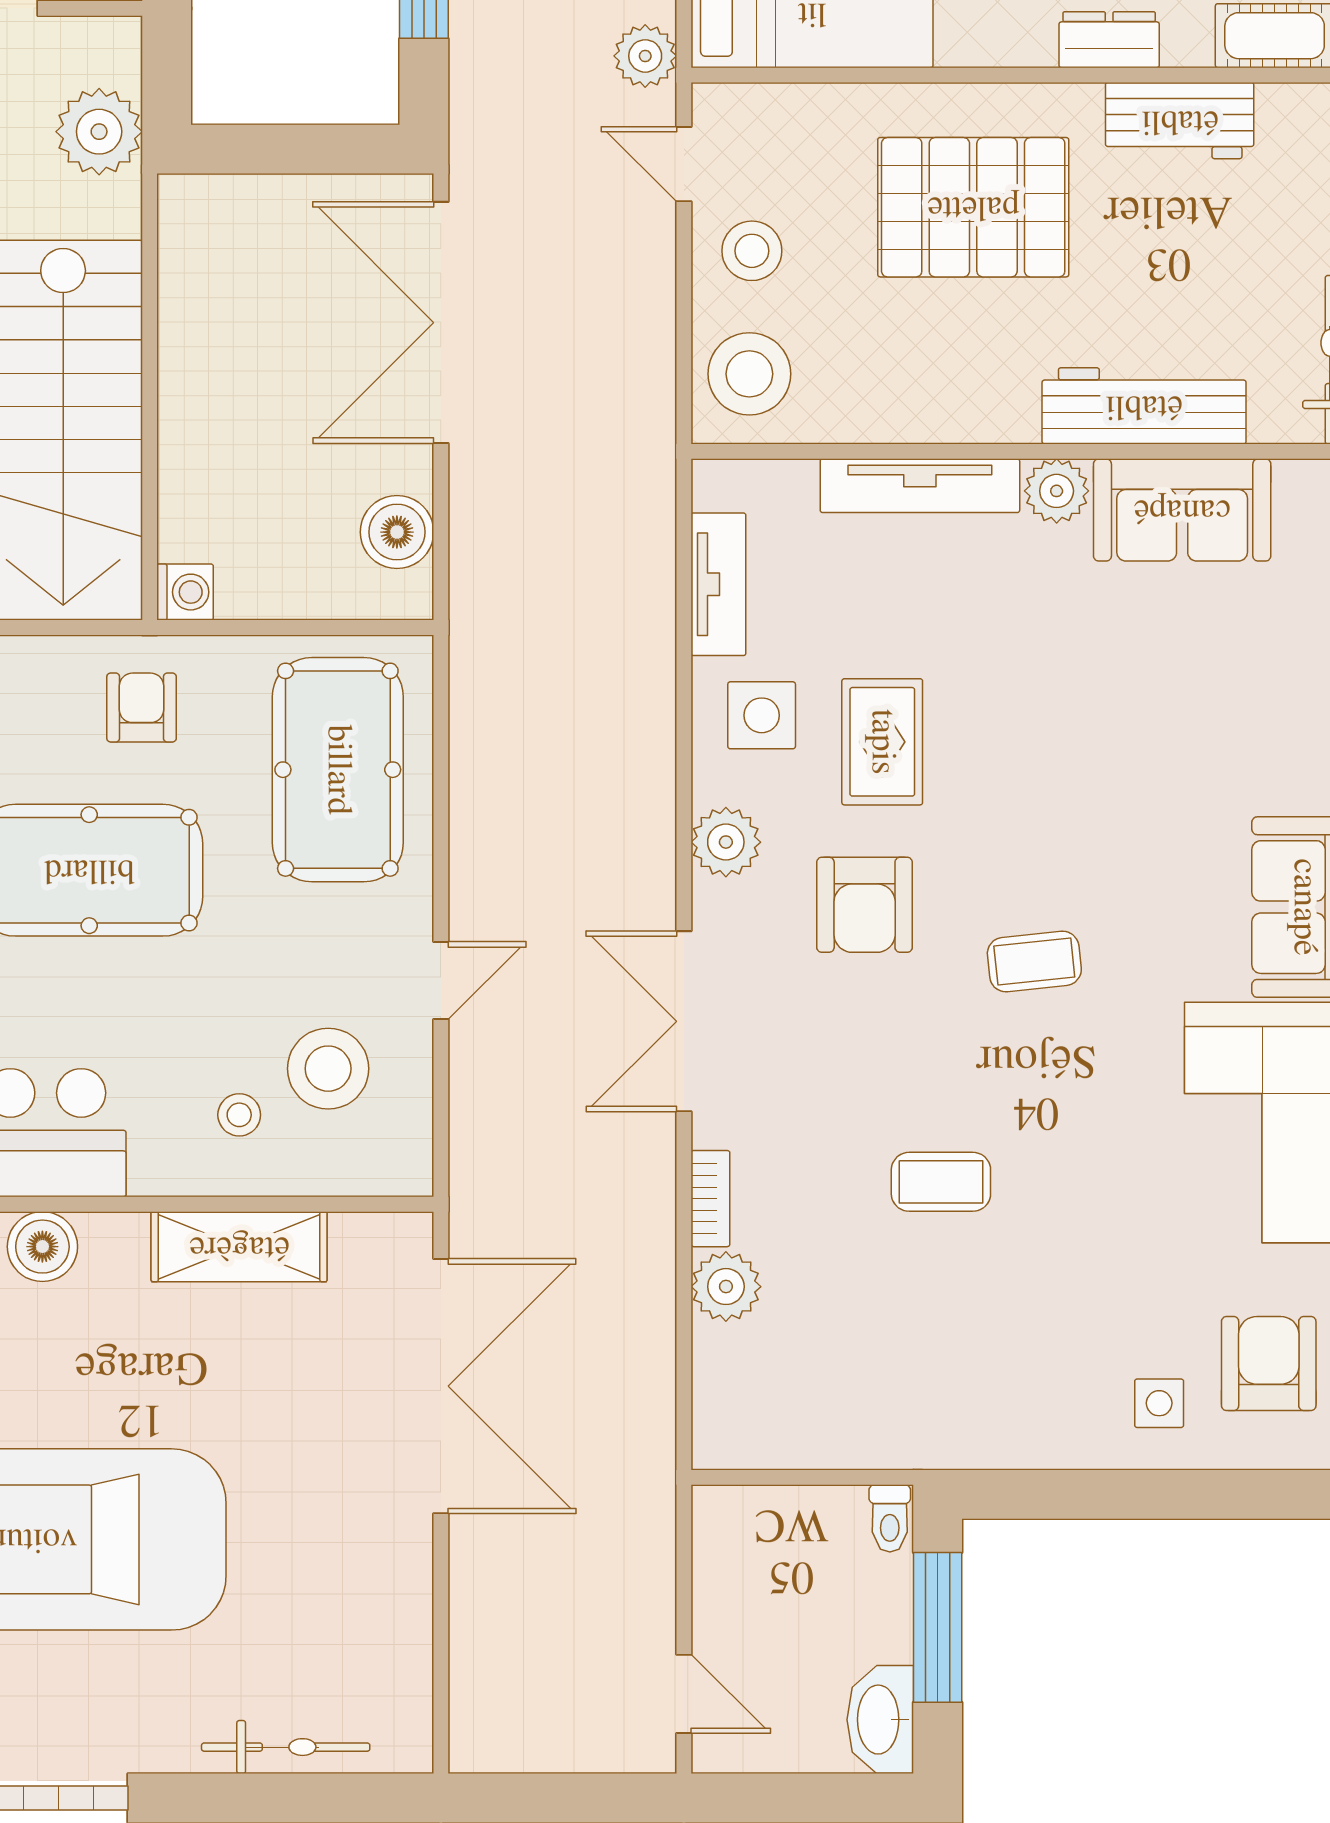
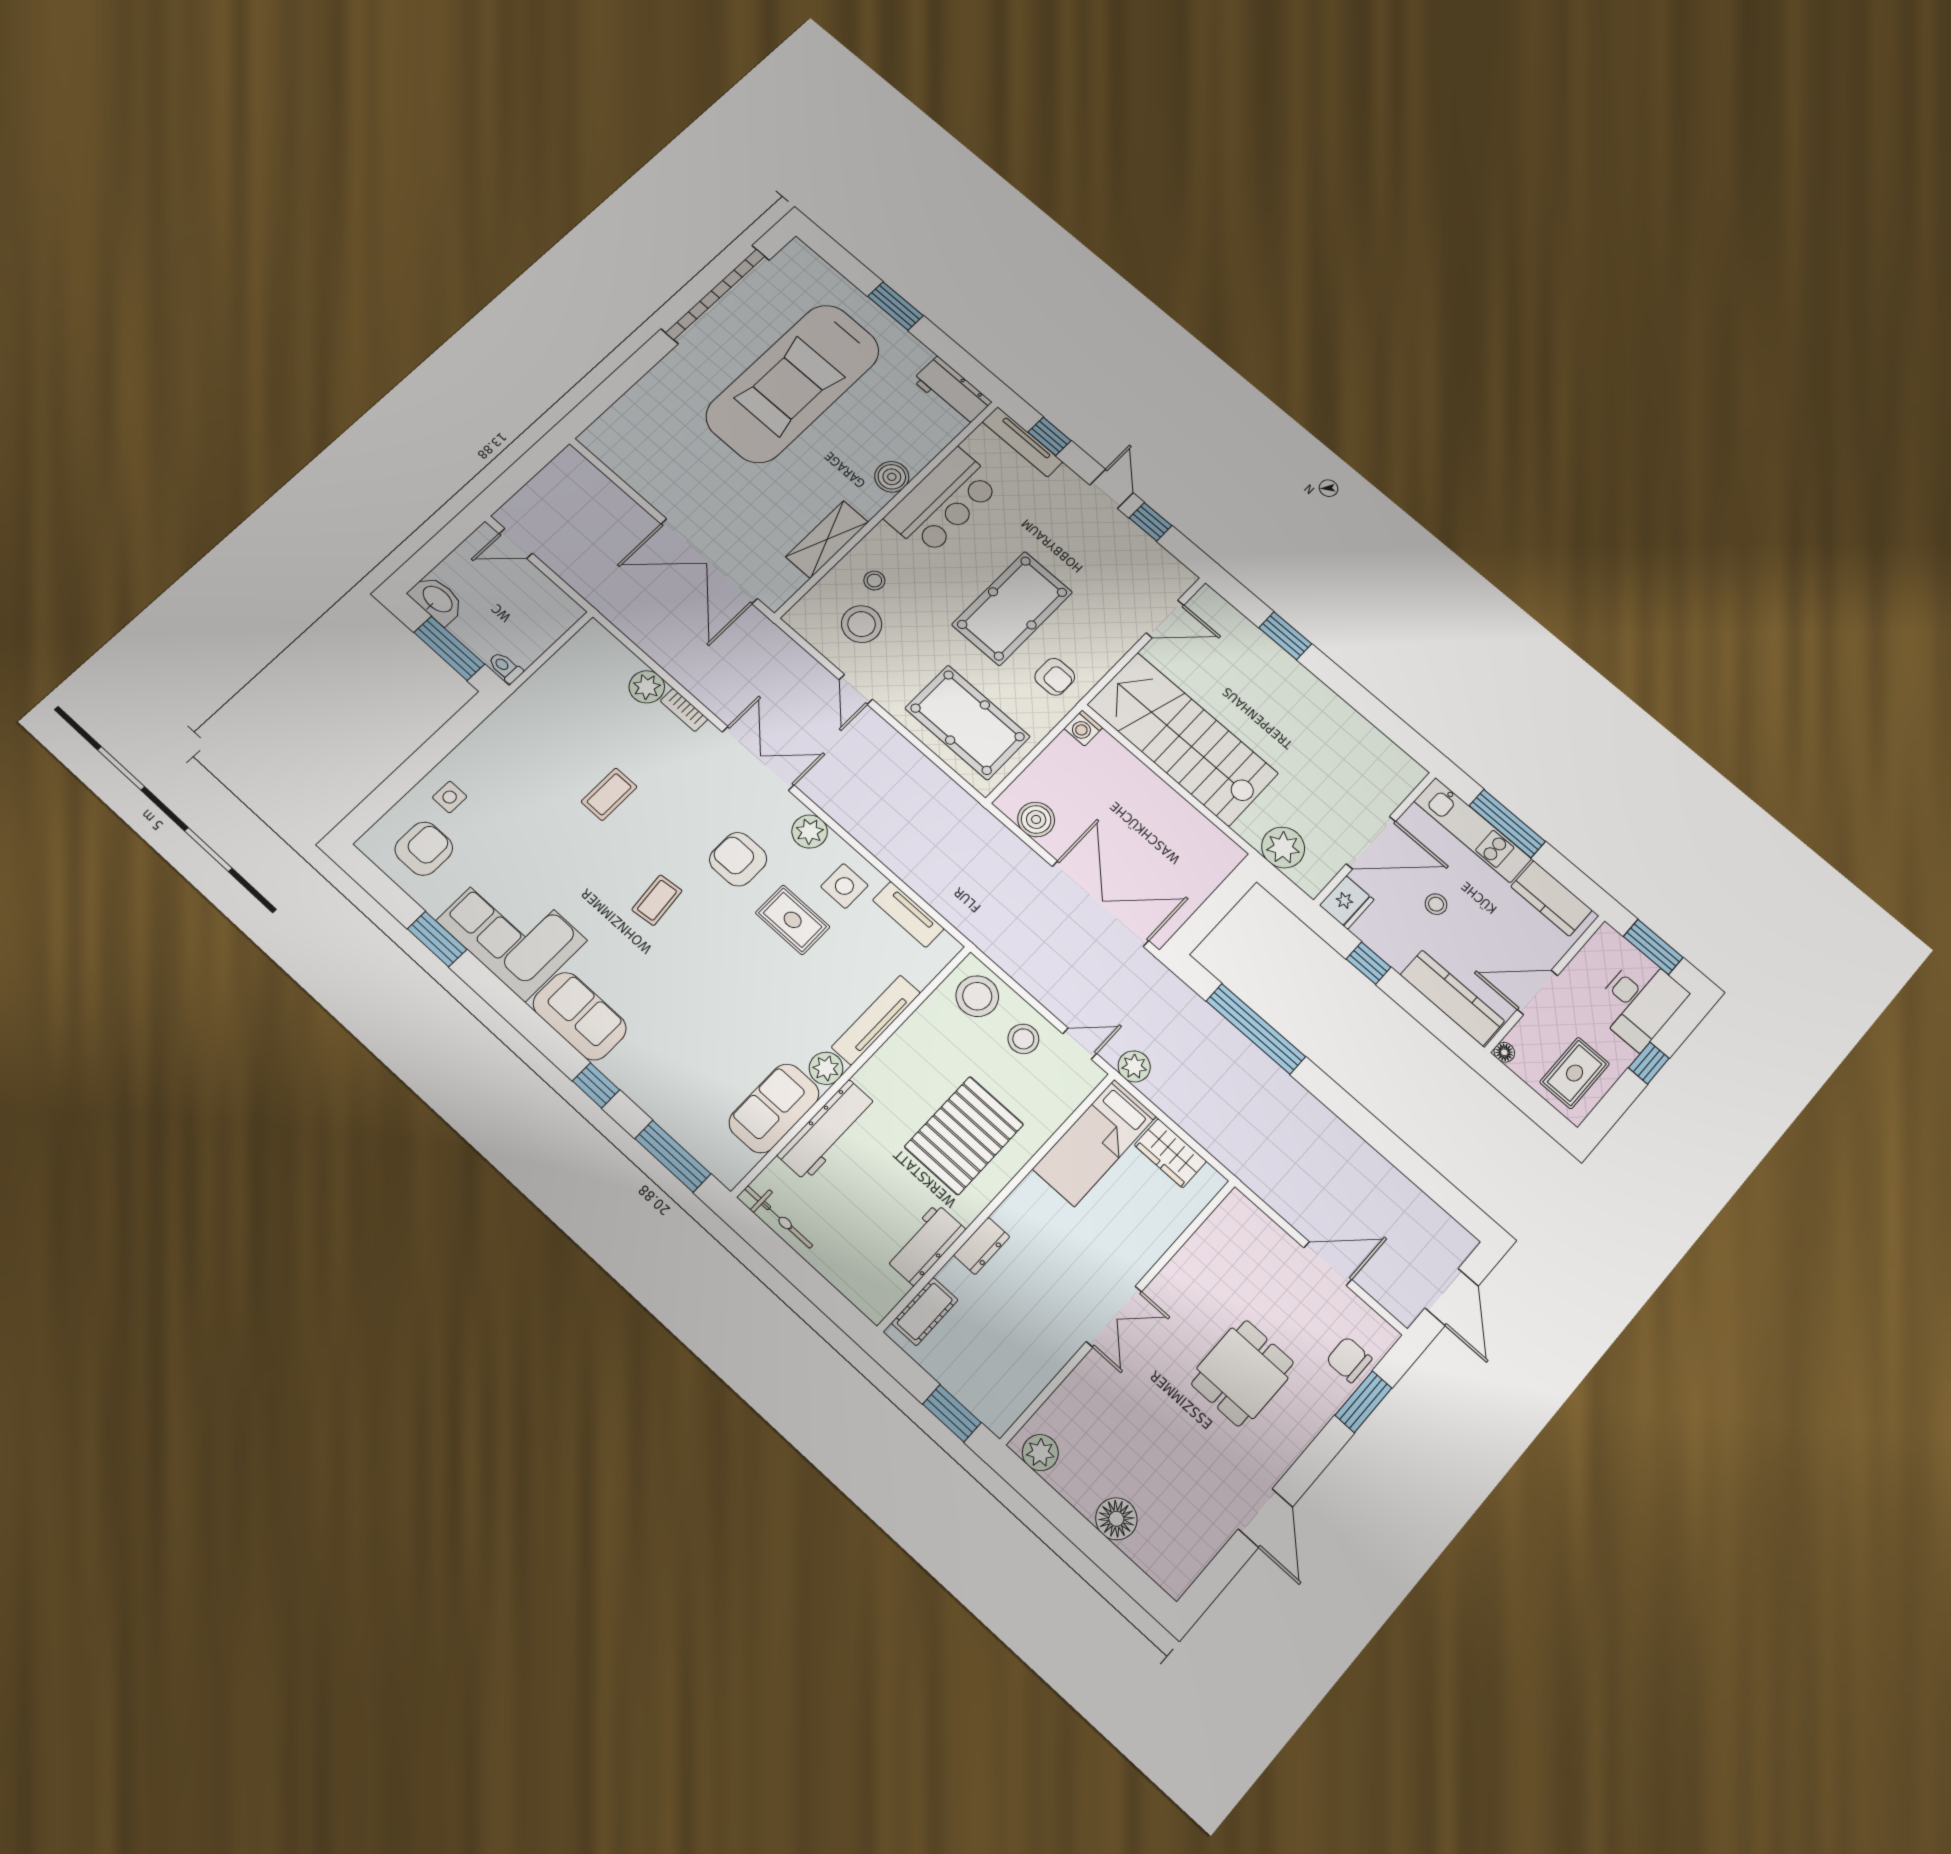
armchair: (1269, 1364) -> (424, 849), turned -90
bicycle: (286, 1747) -> (634, 400), removed

